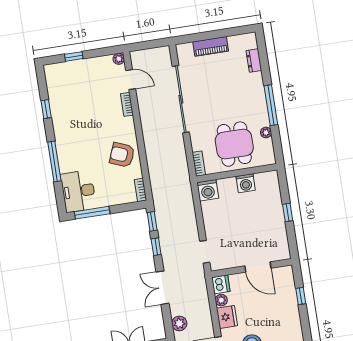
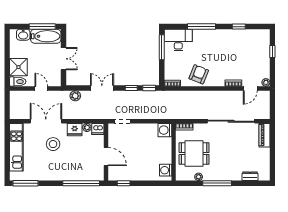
piano: (211, 46) -> (265, 135), moved
washing machine: (246, 183) -> (166, 170), moved
window: (288, 212) -> (124, 183), moved
door: (258, 267) -> (106, 157), swing flipped
window: (301, 296) -> (81, 183), width x3.17

